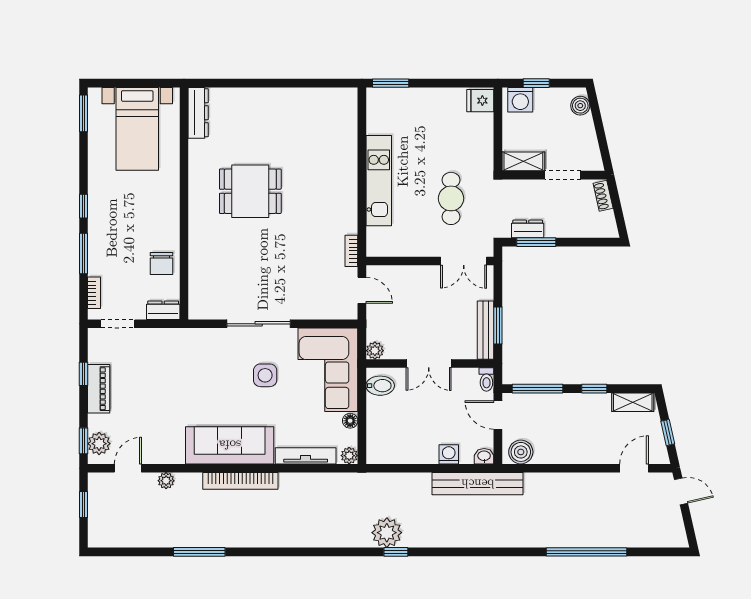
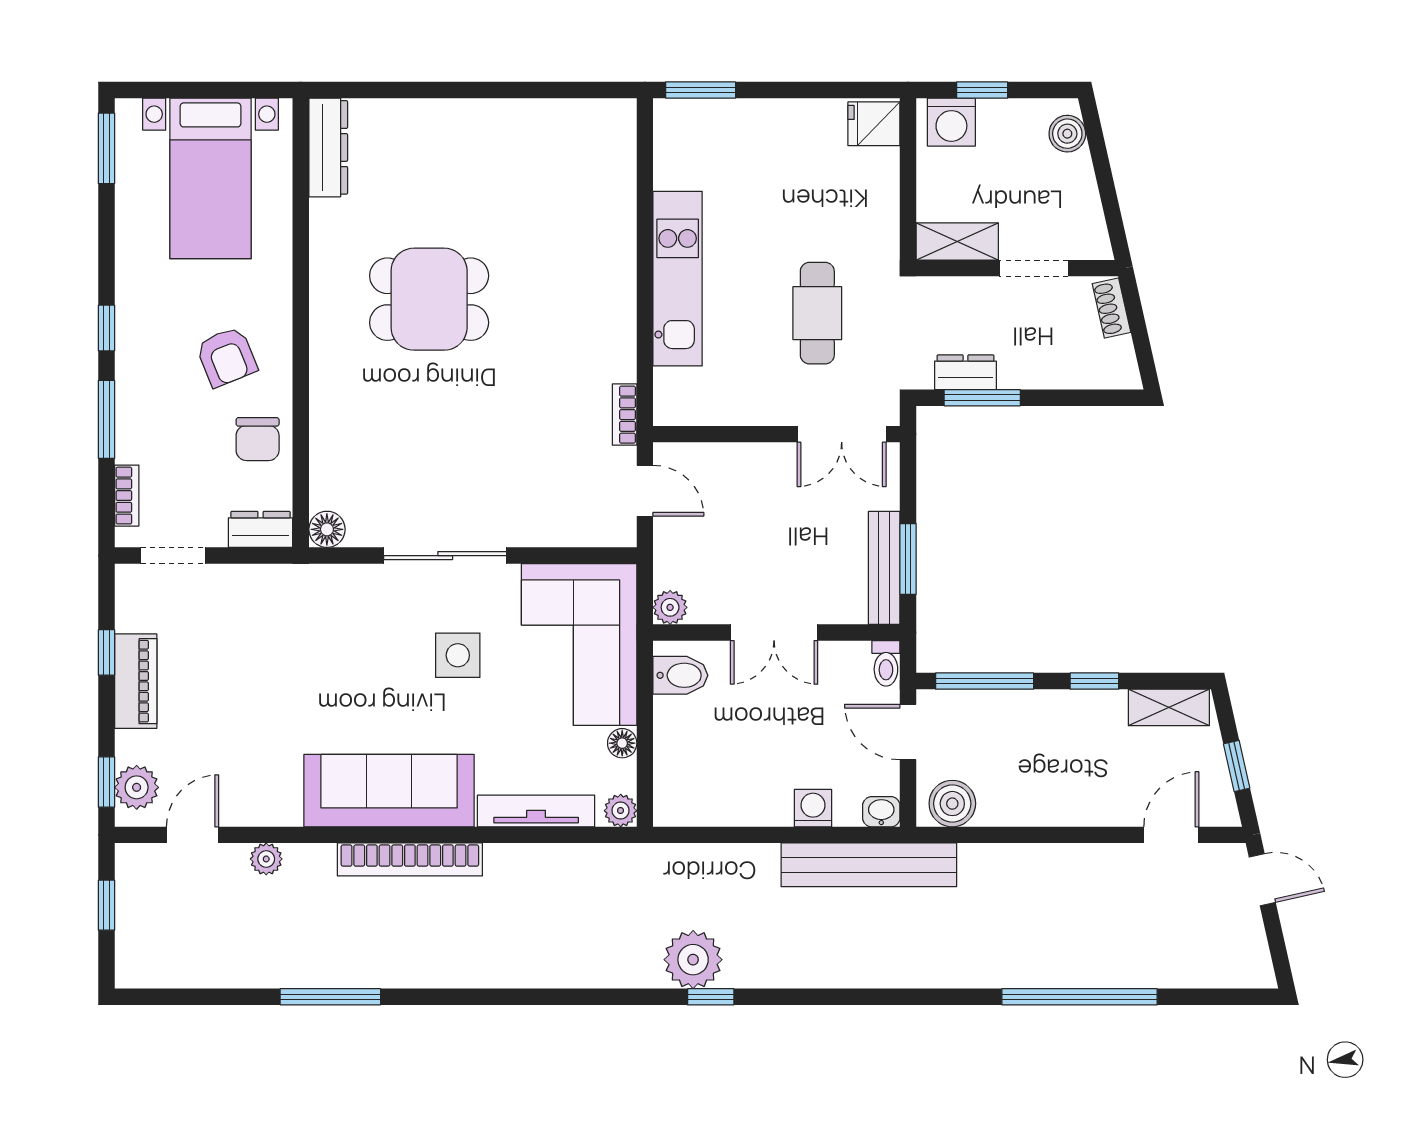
armchair: (146, 221) -> (227, 357), added
floor lamp: (197, 310) -> (327, 529), added

